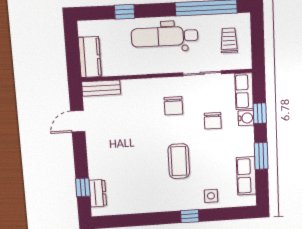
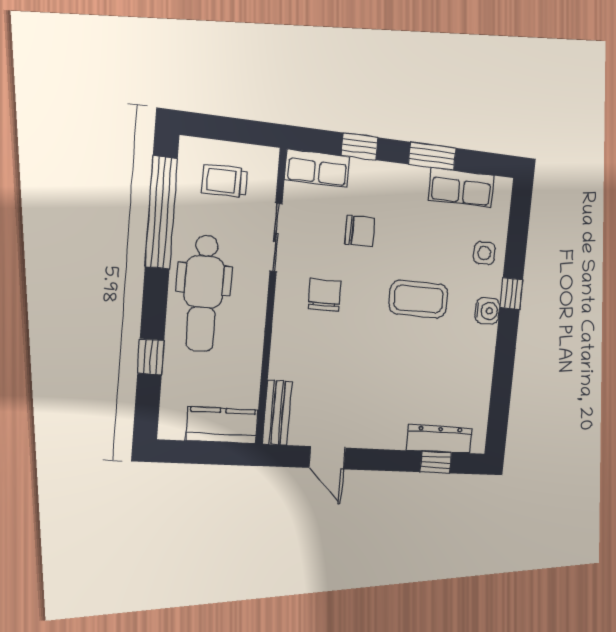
chair: (173, 106) -> (325, 295), turned -90
water cooler: (246, 118) -> (487, 311), moved, turned 90
dresser: (98, 193) -> (440, 439), width x1.44

